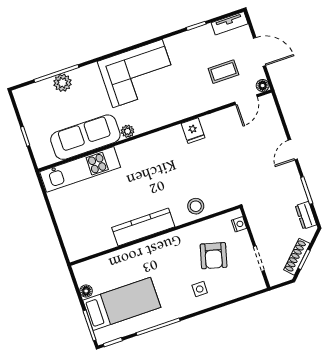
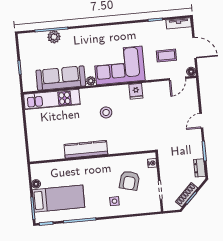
corner sofa: (137, 74) -> (119, 65), moved, turned 180
stool: (196, 206) -> (106, 112), moved

